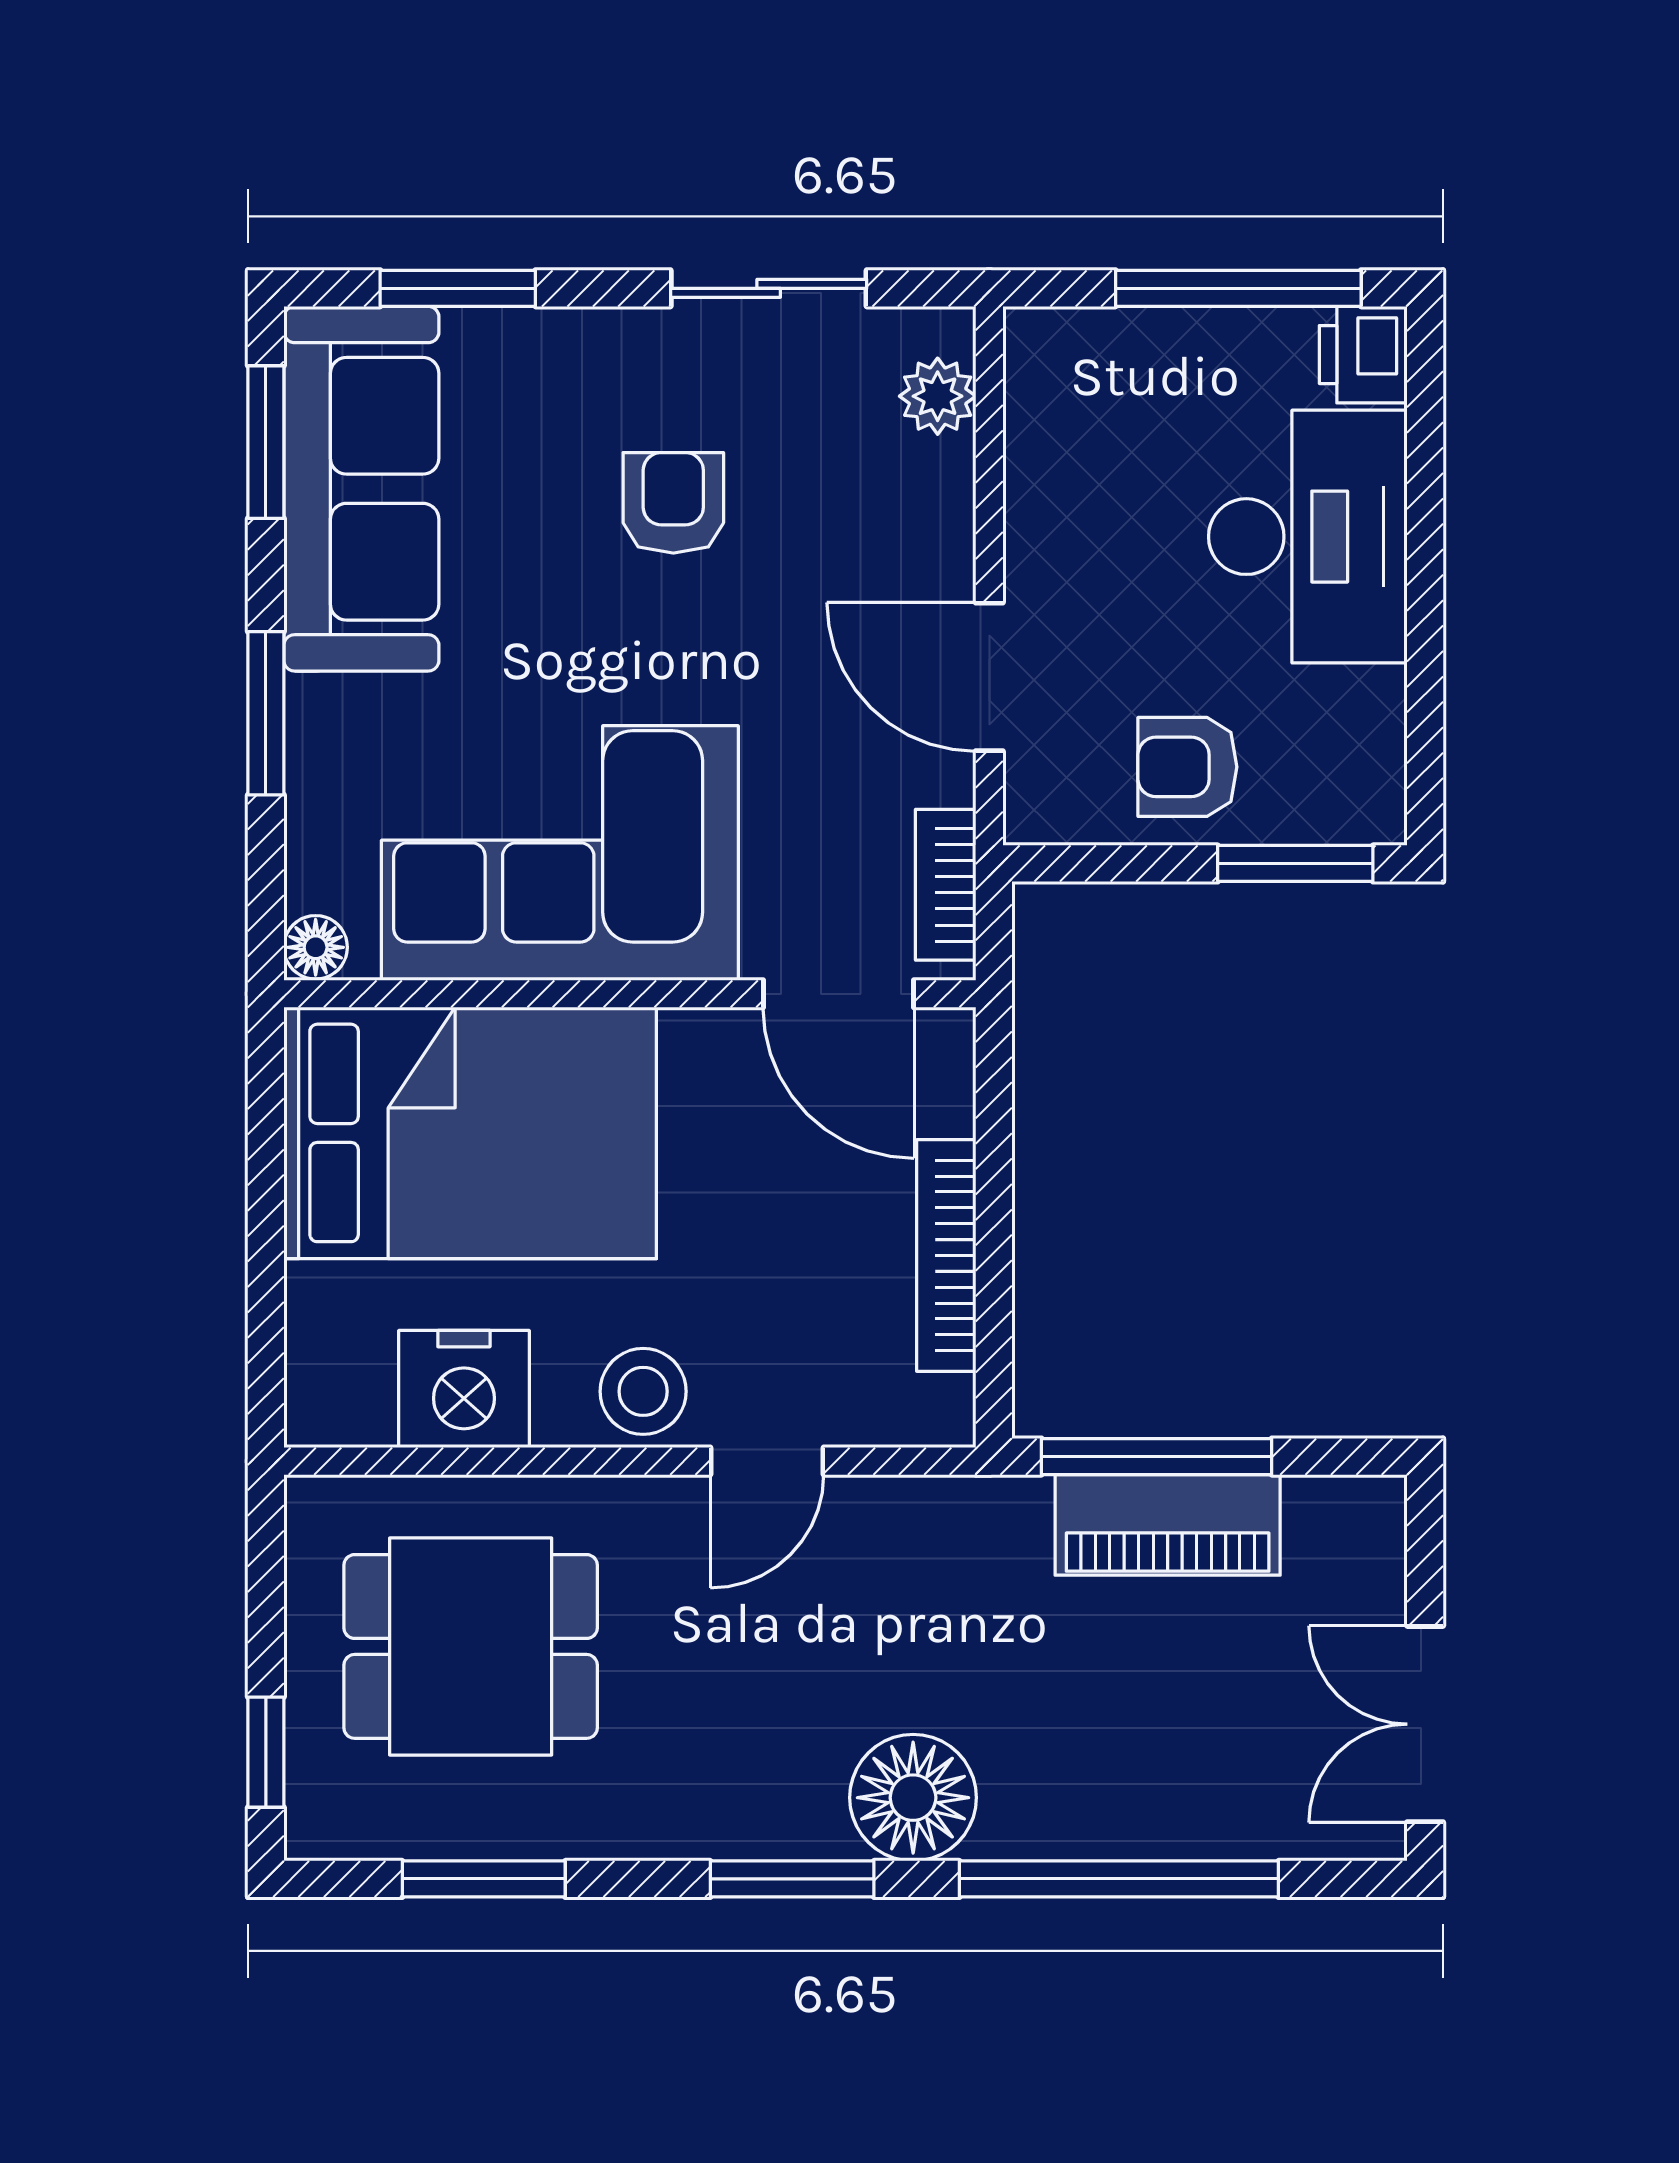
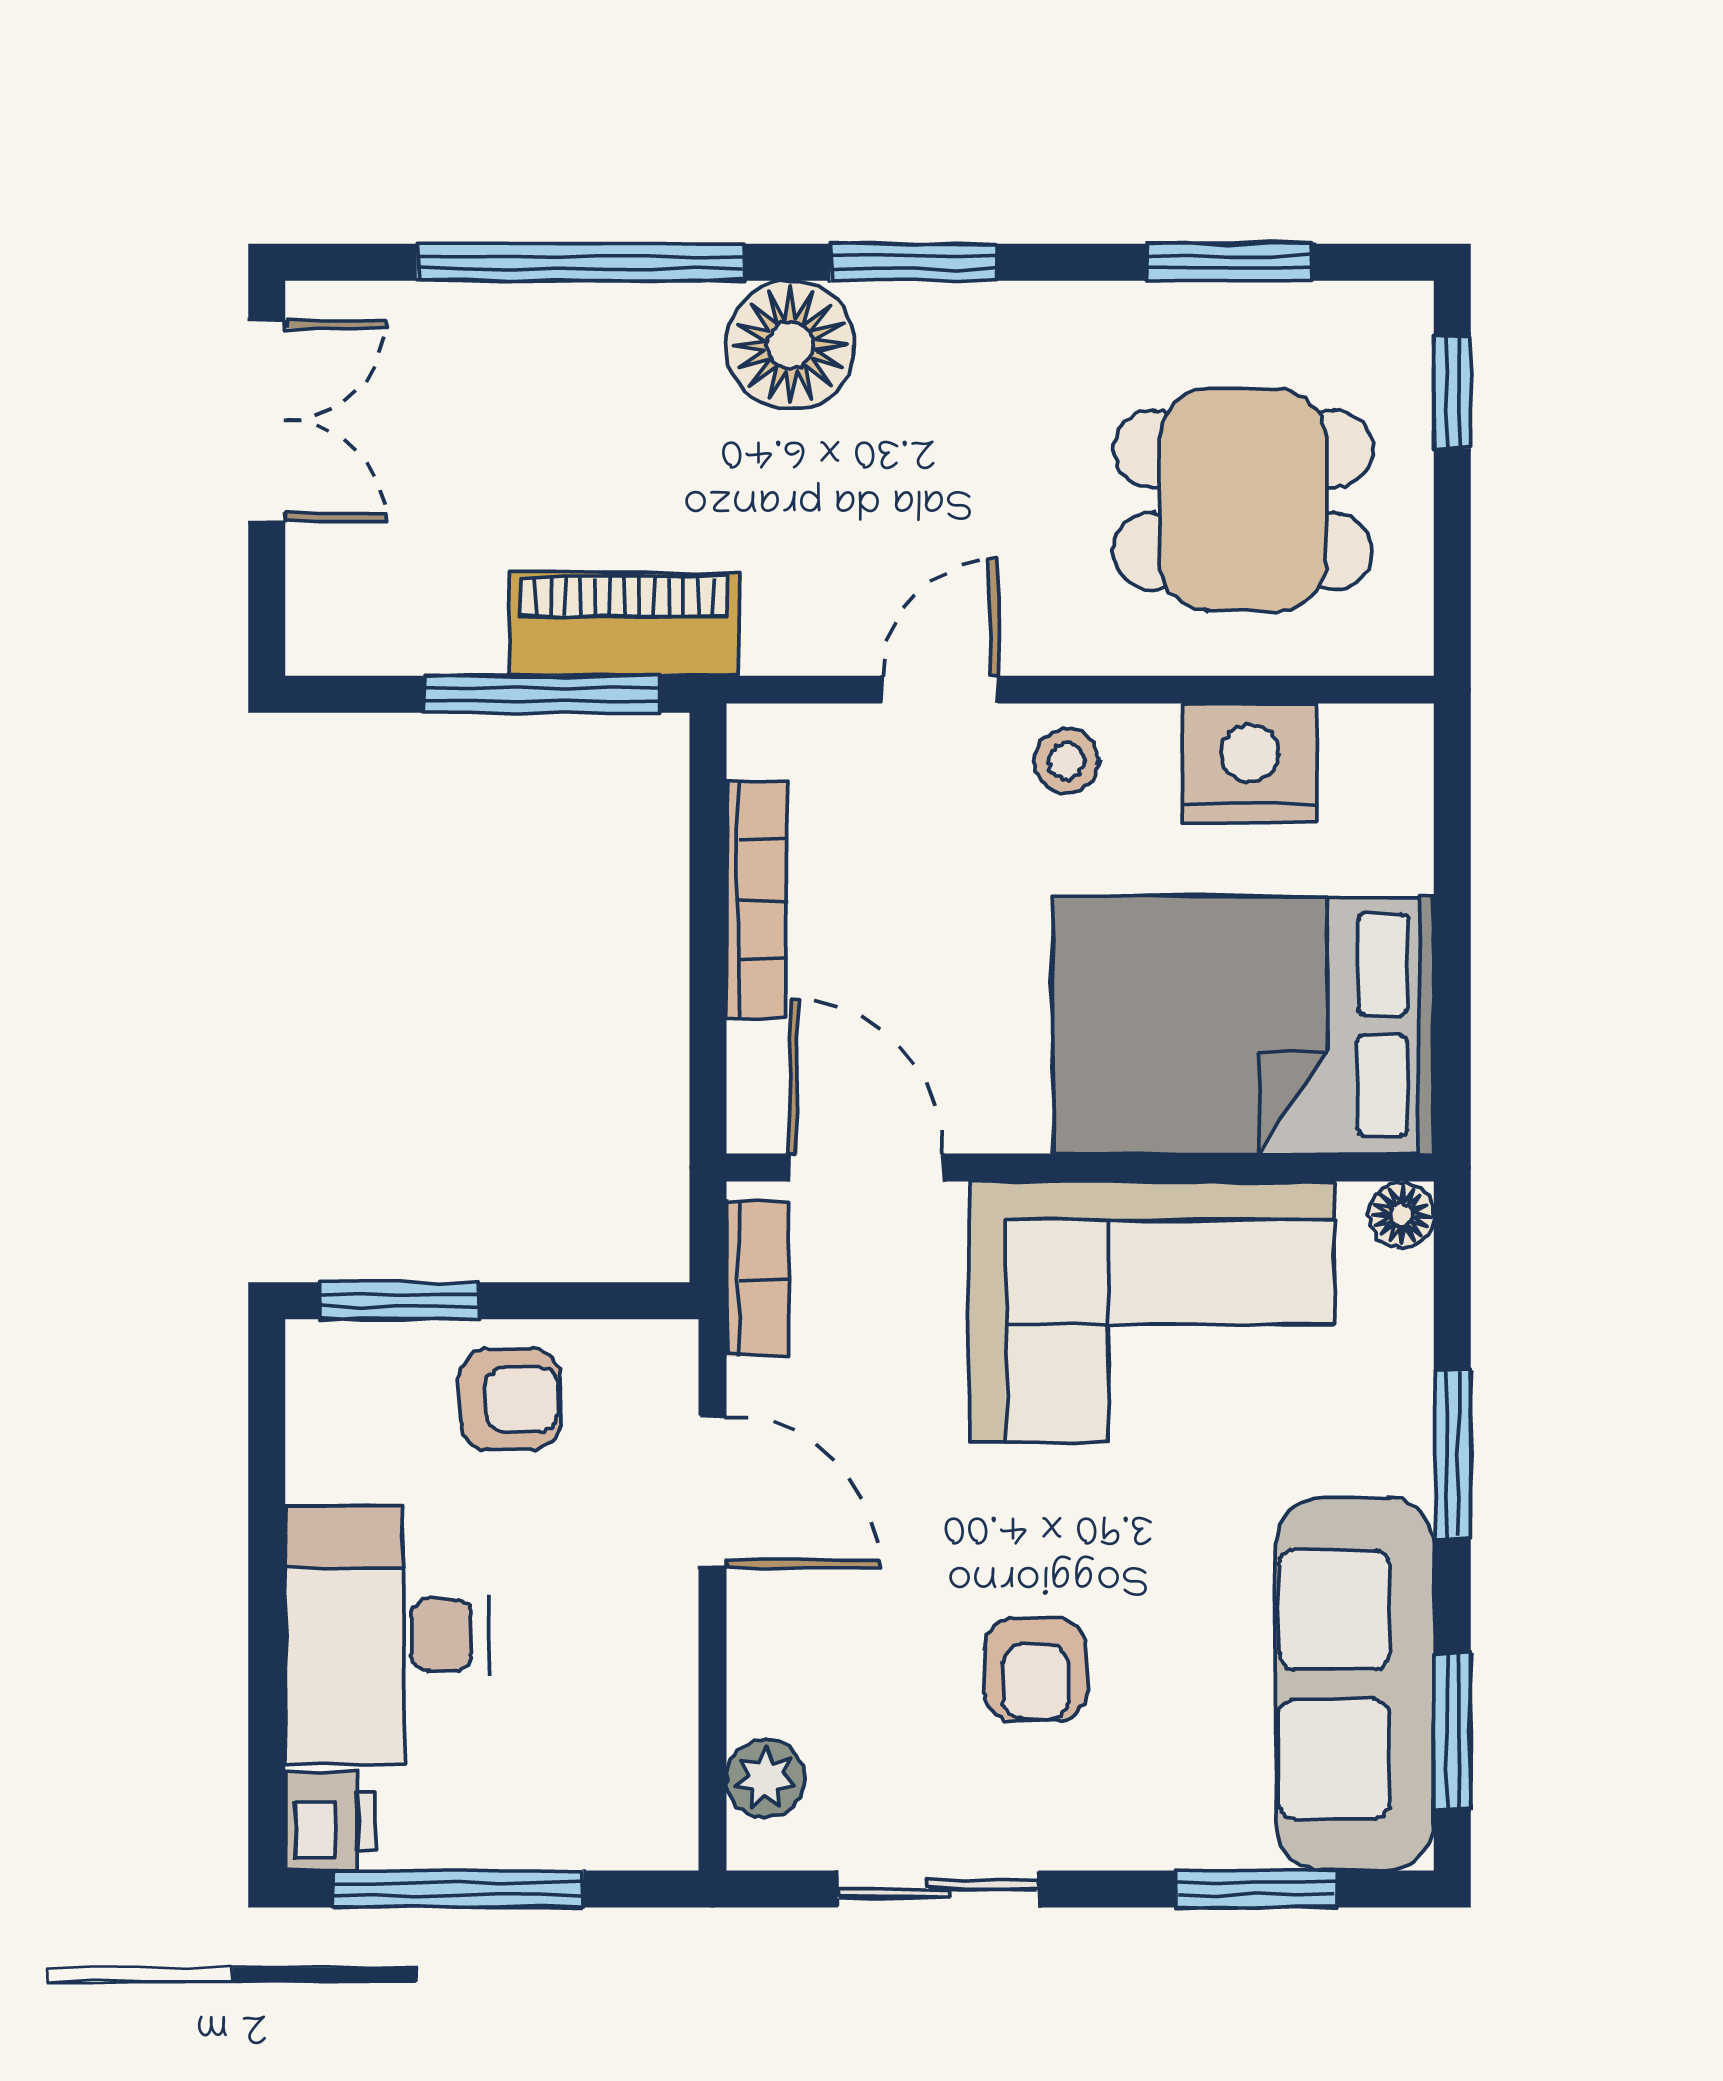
stool: (643, 1391) -> (1067, 761), width x0.73, depth x0.73
piano: (1168, 1525) -> (624, 624), moved

